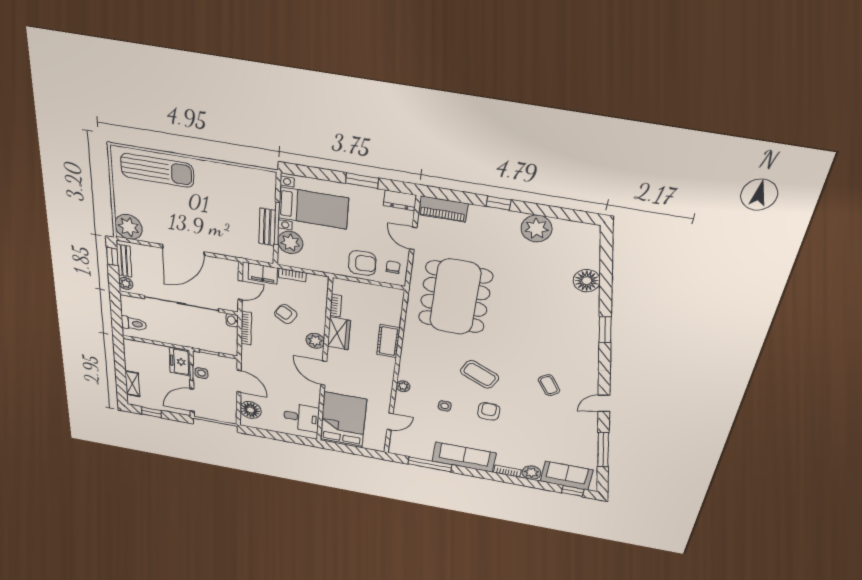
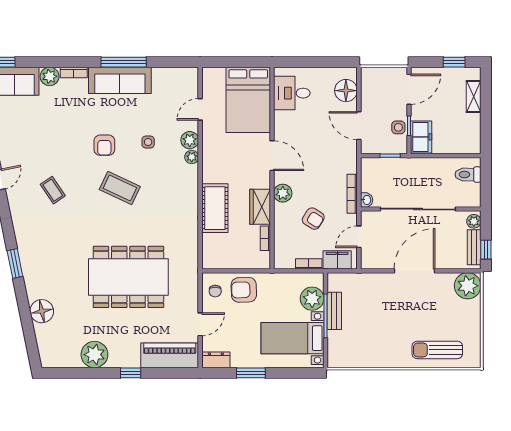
sun lounger: (157, 170) -> (437, 350), width x0.73, depth x0.75
piano: (443, 209) -> (170, 355), width x1.37, depth x1.33
door: (413, 238) -> (200, 324), hinge flipped
dining table: (455, 297) -> (128, 277), moved, turned 90
cot: (388, 341) -> (215, 208), width x1.37, depth x1.34
plant: (403, 400) -> (190, 140), added
window: (430, 464) -> (124, 62), moved

